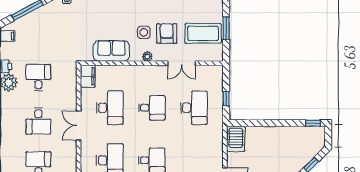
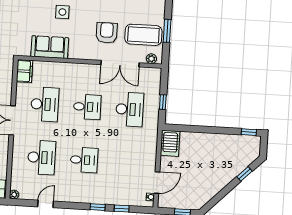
side table: (144, 32) -> (62, 12), moved
plant: (147, 56) -> (151, 59), moved
double door: (182, 63) -> (120, 64), width x1.37

